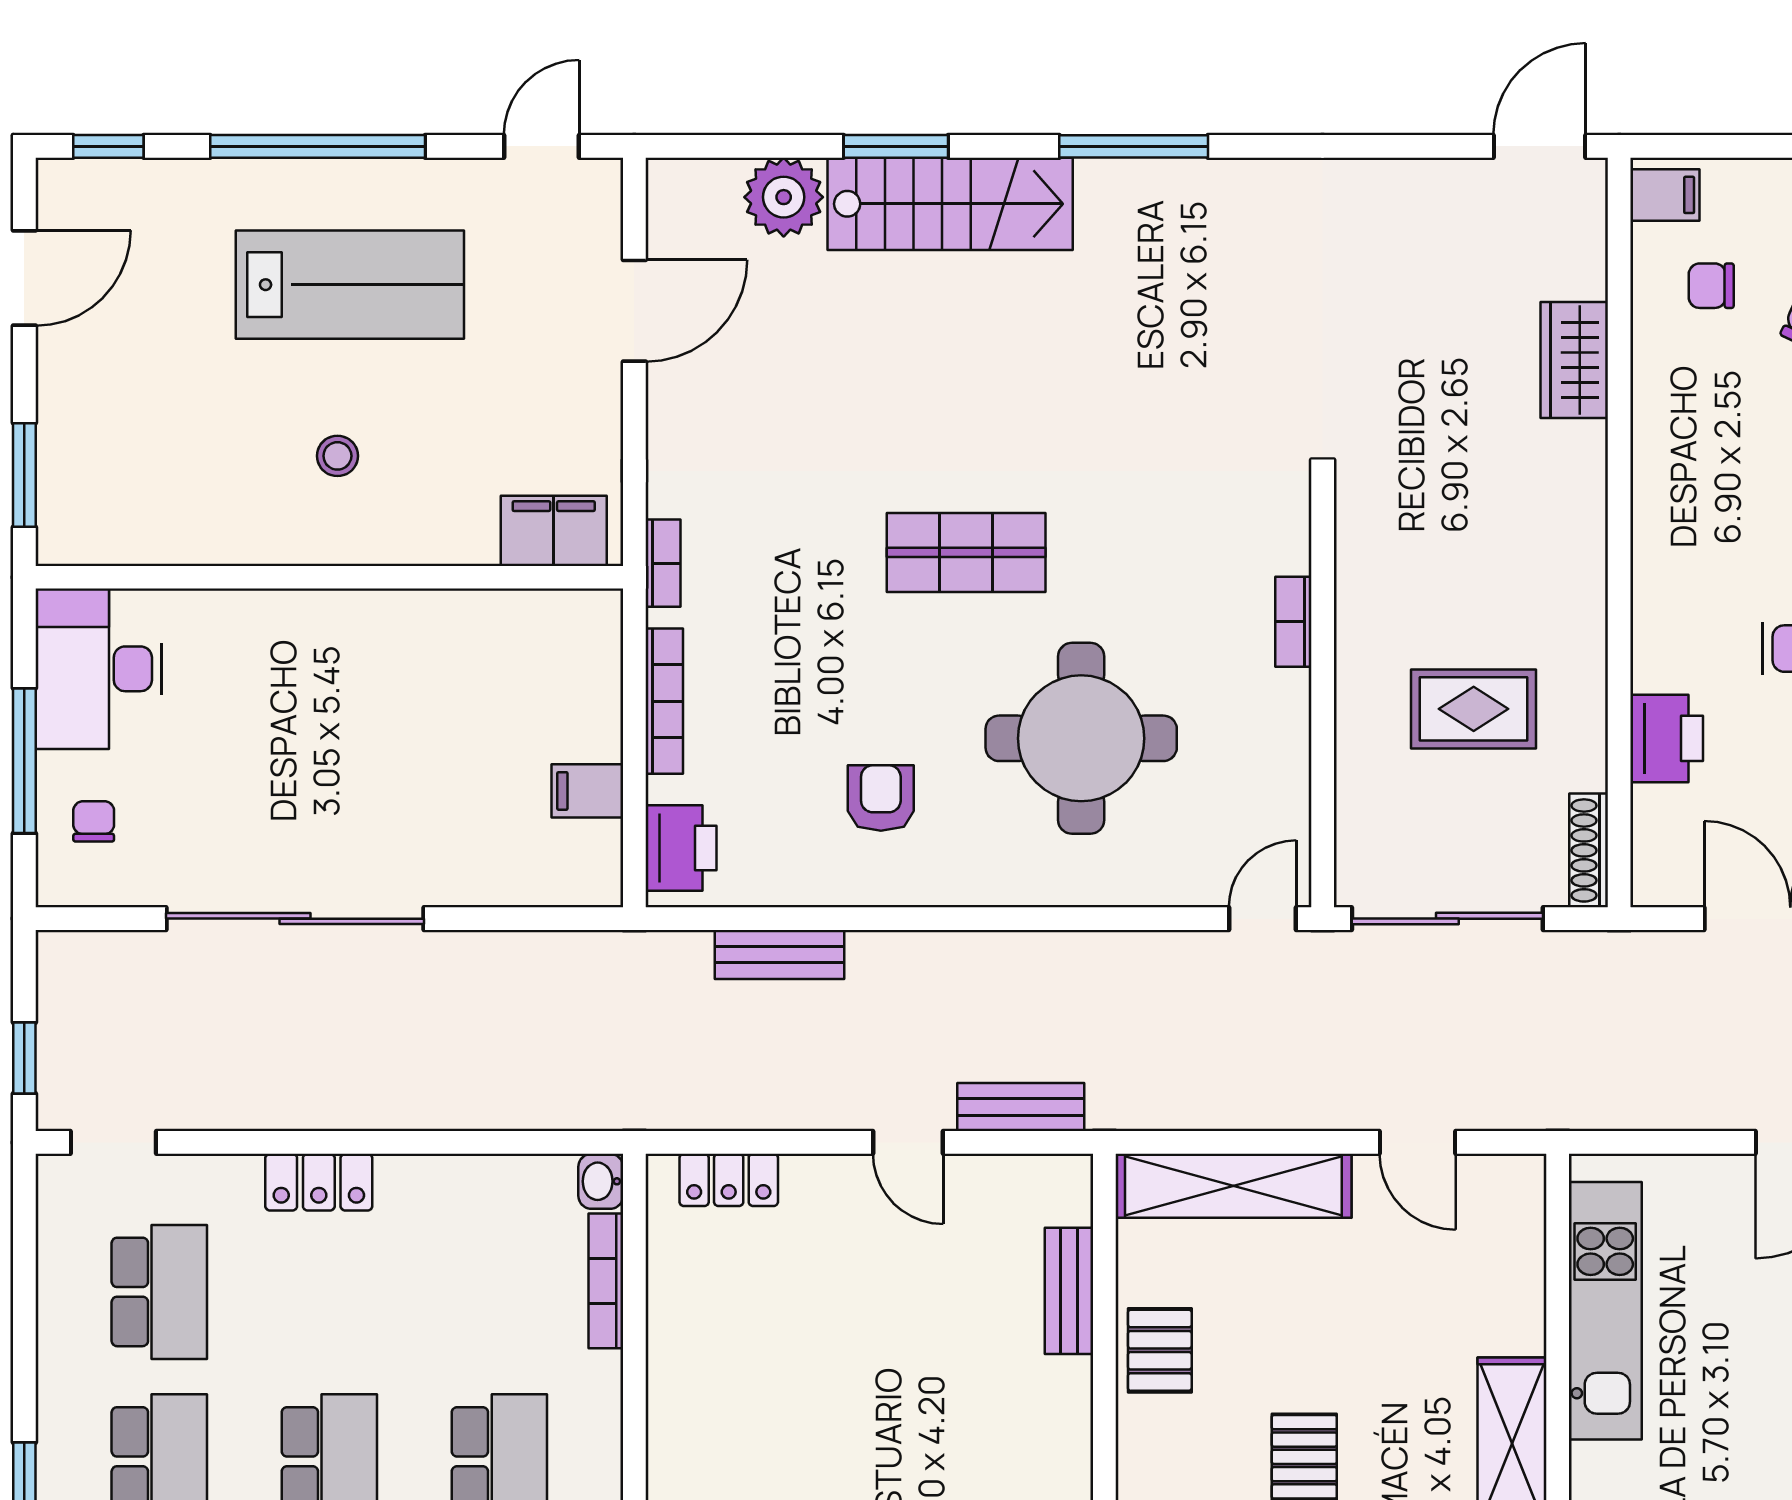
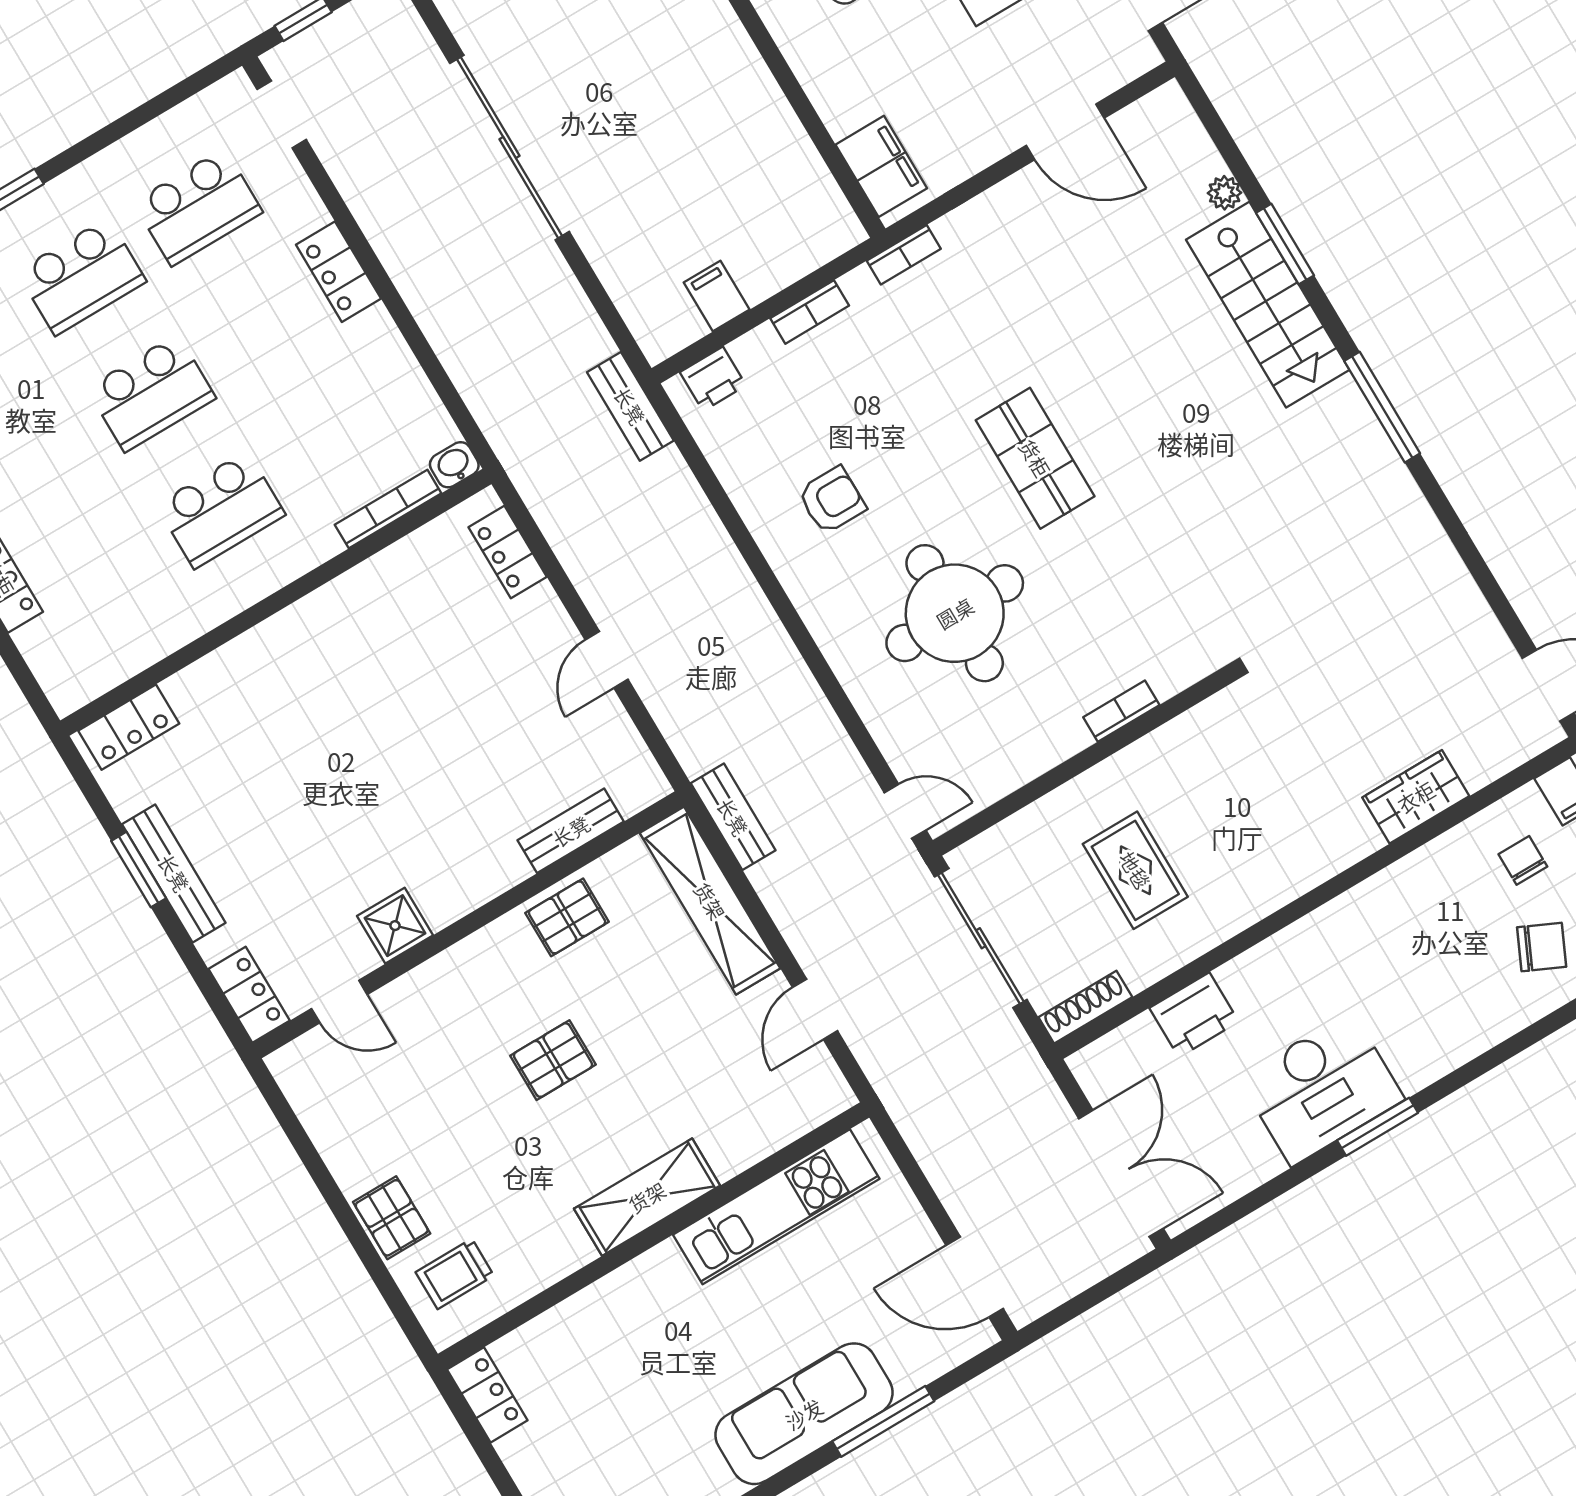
plant: (784, 197) -> (1224, 193), width x0.53, depth x0.53
bookcase: (664, 701) -> (810, 312), width x0.64
printer: (681, 848) -> (713, 379), width x0.73, depth x0.81
bench: (779, 954) -> (630, 406), moved
bench: (1021, 1107) -> (733, 817), moved

